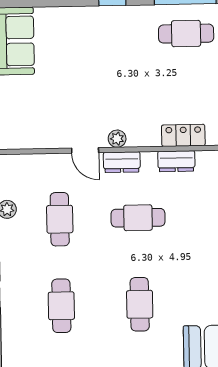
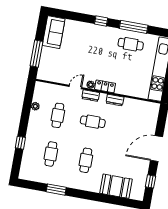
locker: (183, 135) -> (105, 86), moved
door: (85, 150) -> (75, 87), swing flipped

